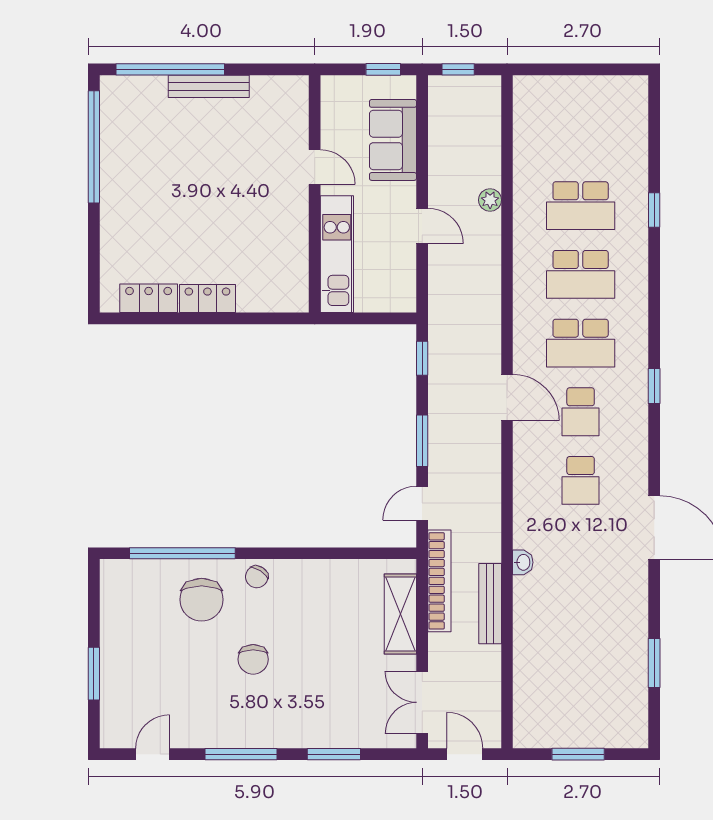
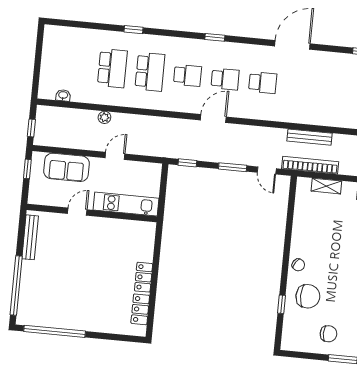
bench: (209, 86) -> (30, 237), moved
window: (654, 210) -> (134, 30), moved
school desk: (581, 343) -> (187, 75), width x0.54
window: (182, 553) -> (281, 304), width x0.32
washbasin: (523, 562) -> (63, 95), moved
bench: (490, 604) -> (310, 137), moved
shelving: (400, 614) -> (326, 186), width x0.67, depth x0.75
chair: (253, 659) -> (328, 334), moved

